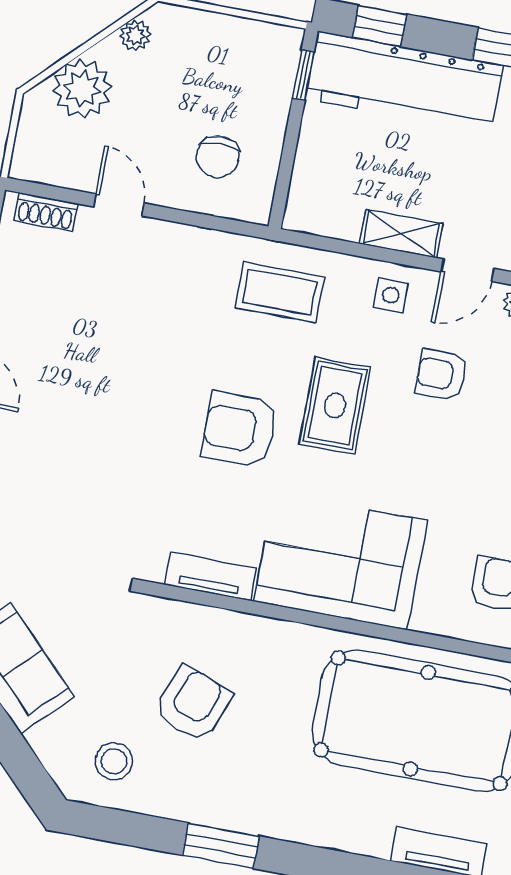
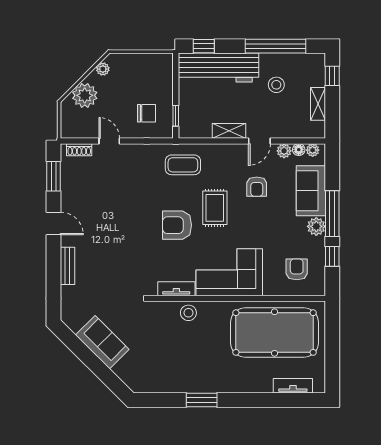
window: (303, 75) -> (176, 116), moved
chair: (218, 157) -> (147, 113), turned -90
side table: (391, 295) -> (229, 157), removed
armchair: (441, 375) -> (257, 187), turned -90
armchair: (193, 704) -> (179, 343), removed
stool: (114, 761) -> (188, 313), moved

